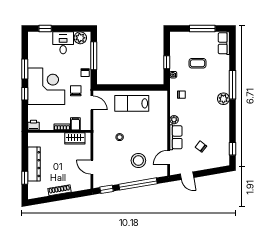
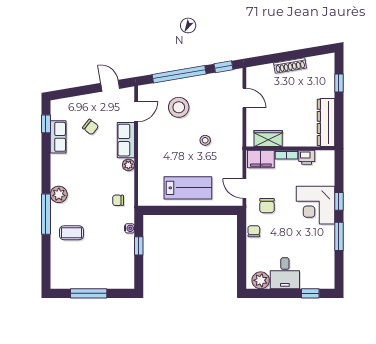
row of seats: (224, 43) -> (58, 137), moved
window: (94, 56) -> (242, 255), removed
coffee table: (197, 63) -> (71, 233), moved
corner desk: (46, 86) -> (315, 205), width x0.74, depth x0.74
filing cabinet: (75, 124) -> (261, 159), width x2.00
printer: (33, 125) -> (307, 157), moved
dresser: (34, 164) -> (326, 122), moved

